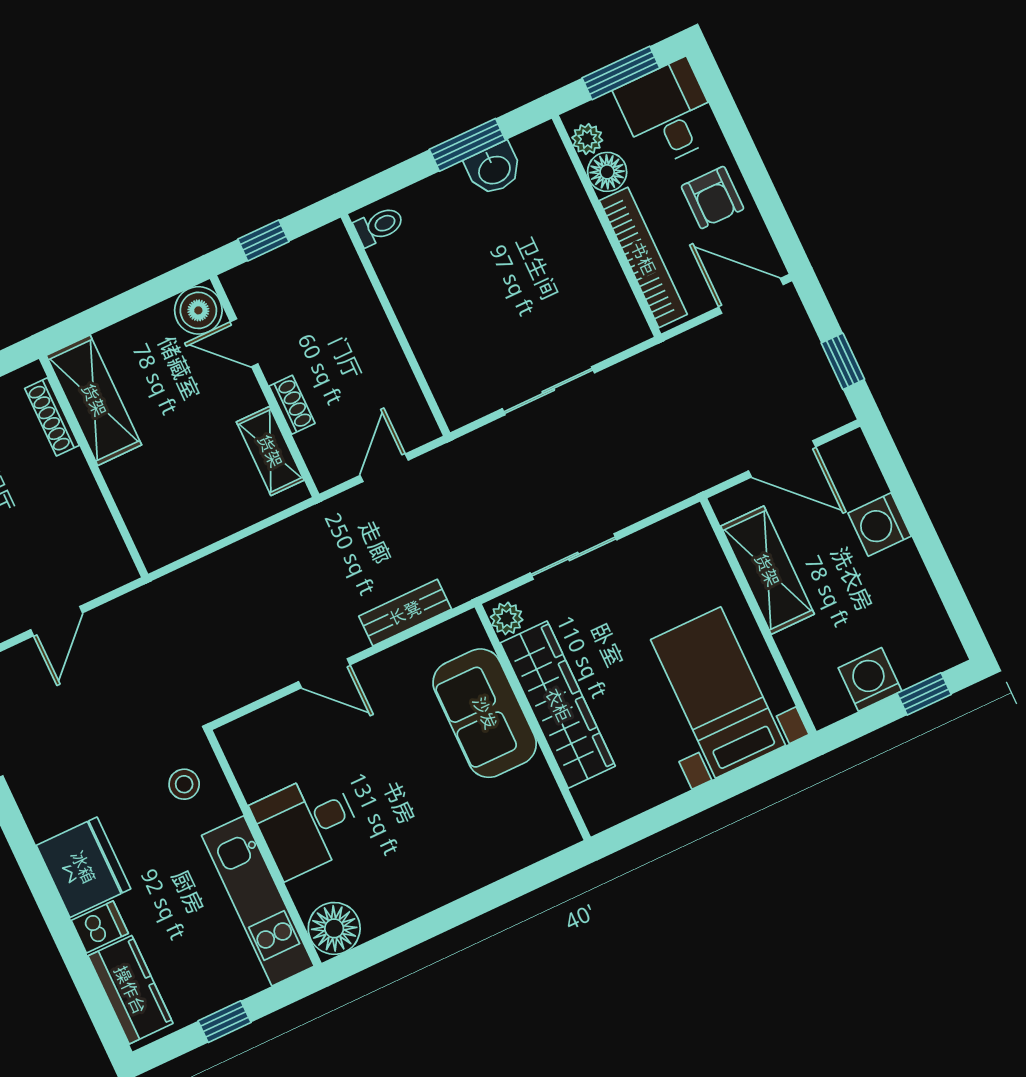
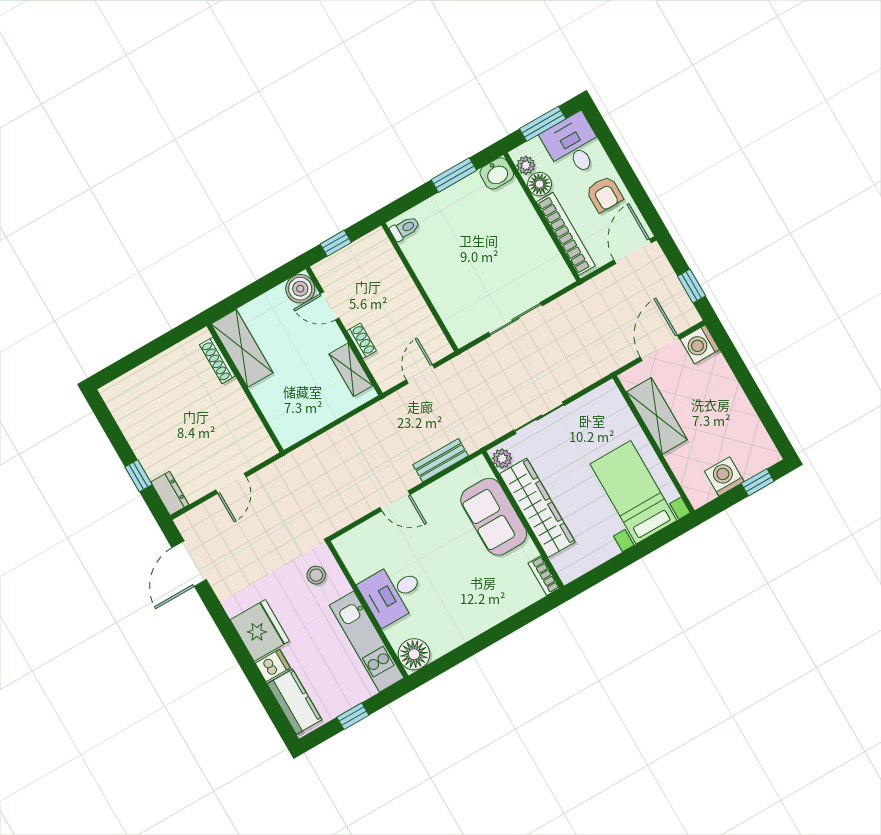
washbasin: (494, 169) -> (497, 173), moved
door: (751, 296) -> (633, 251), hinge flipped
door: (782, 459) -> (660, 348), swing flipped
washing machine: (880, 525) -> (700, 344), moved
bookcase: (559, 817) -> (544, 576), added

